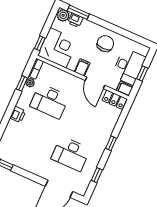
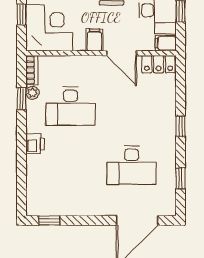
window: (40, 43) -> (22, 15), moved

